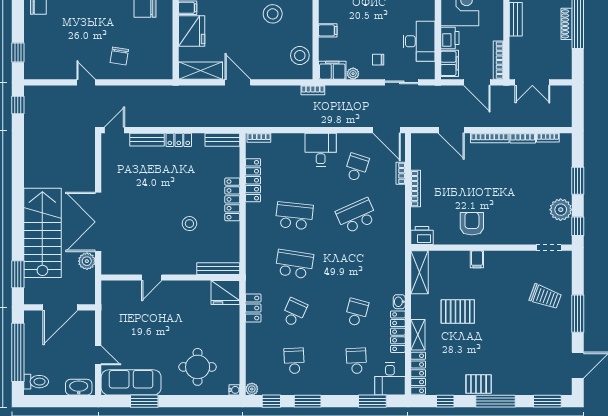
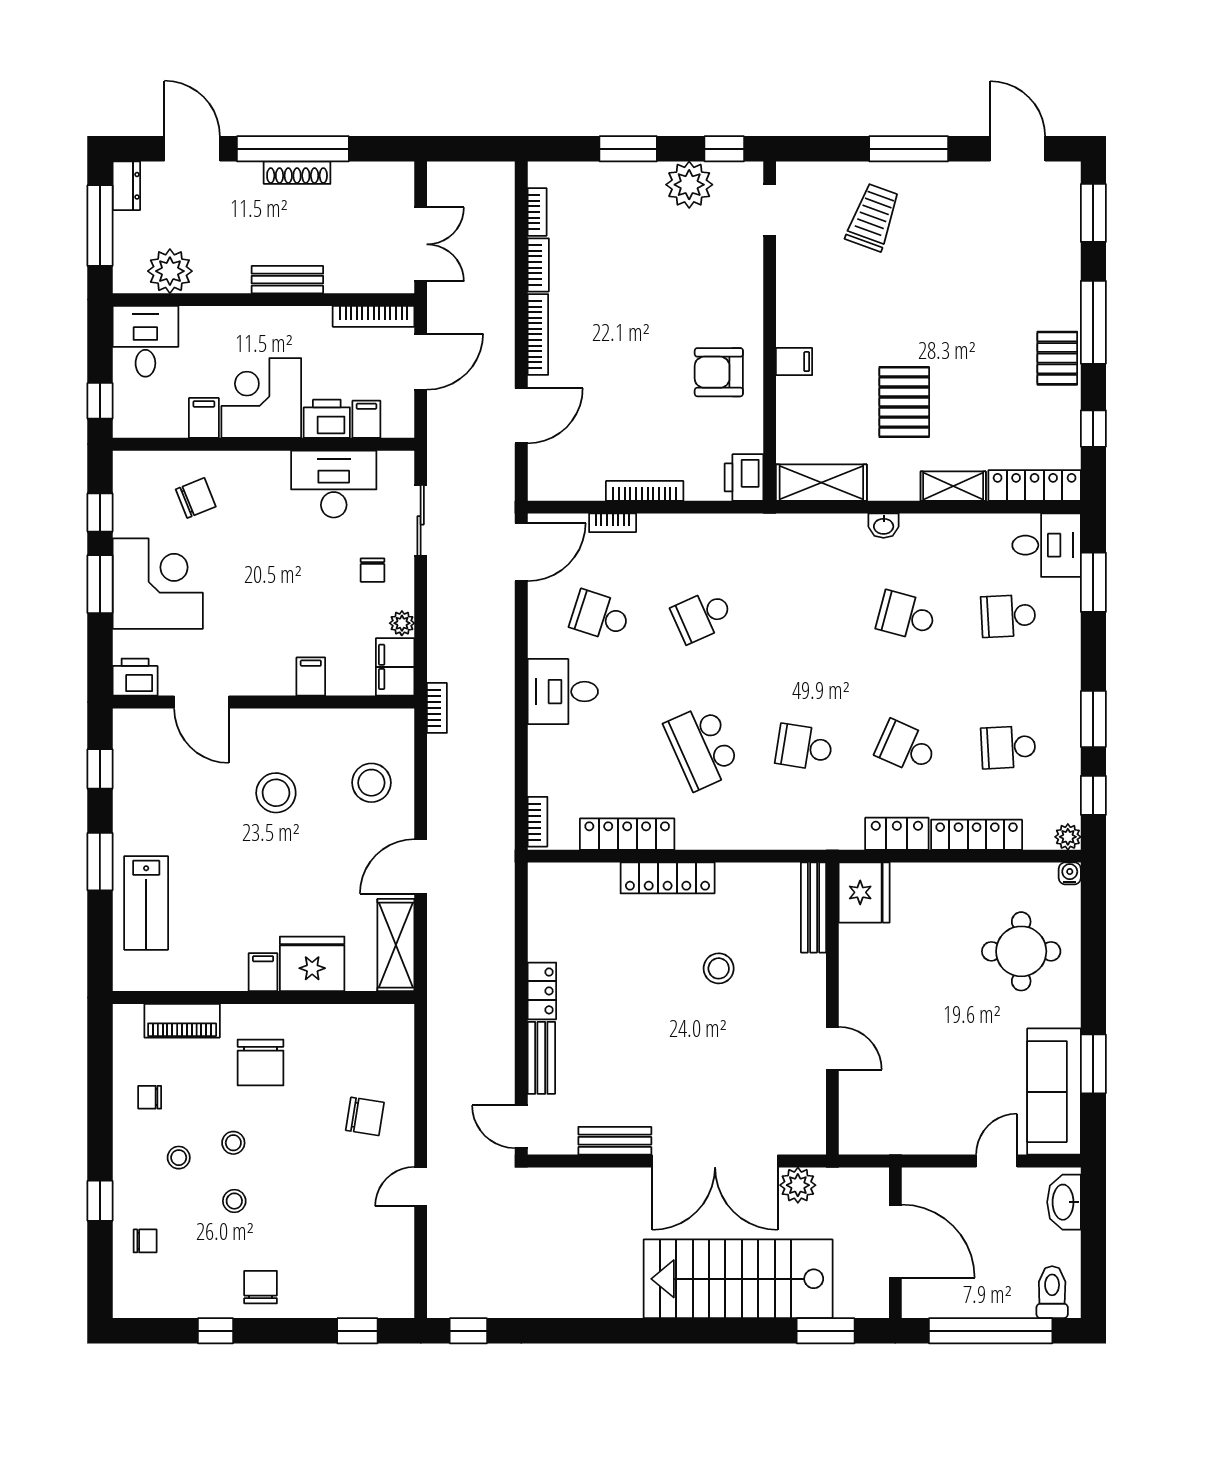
stool: (300, 56) -> (371, 783), moved
filing cabinet: (450, 63) -> (366, 419), width x0.50
bench: (222, 140) -> (615, 1141), moved, turned 90
school desk: (294, 216) -> (702, 747), turned -30
school desk: (356, 216) -> (702, 616), width x0.54
school desk: (294, 264) -> (804, 747), width x0.54
locker: (398, 332) -> (977, 835), moved, turned 180

